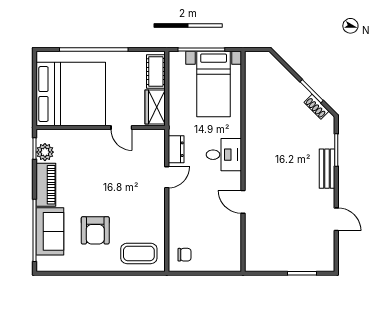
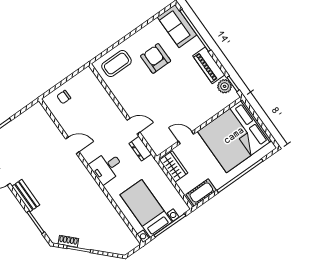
cot: (156, 71) -> (201, 192), moved, turned 90
bench: (327, 169) -> (26, 196), moved
door: (167, 177) -> (133, 126), swing flipped
sofa: (50, 231) -> (177, 26), moved
chair: (184, 255) -> (64, 97), moved

